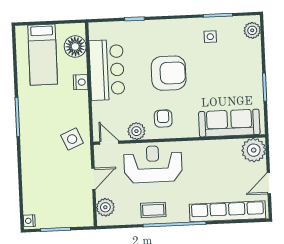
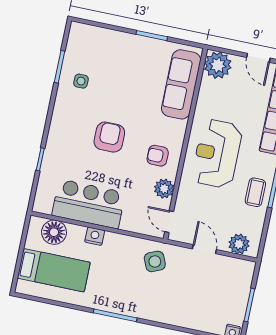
plant: (252, 30) -> (86, 33), removed
armchair: (169, 73) -> (109, 137), width x0.73, depth x0.73
door: (109, 143) -> (169, 222), hinge flipped
reception desk: (153, 164) -> (217, 154), moved

